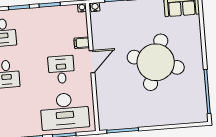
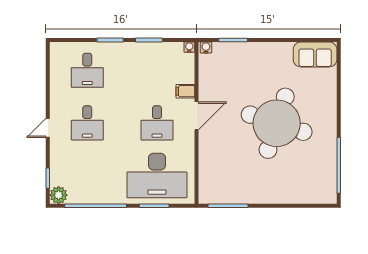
desk: (61, 70) -> (157, 123), turned 180

